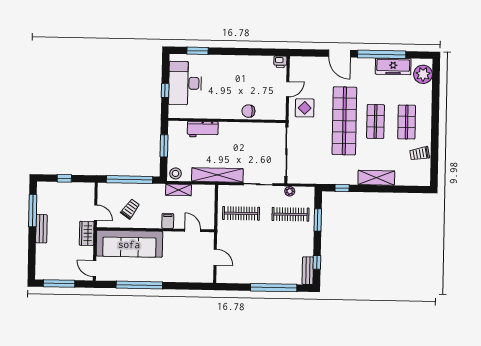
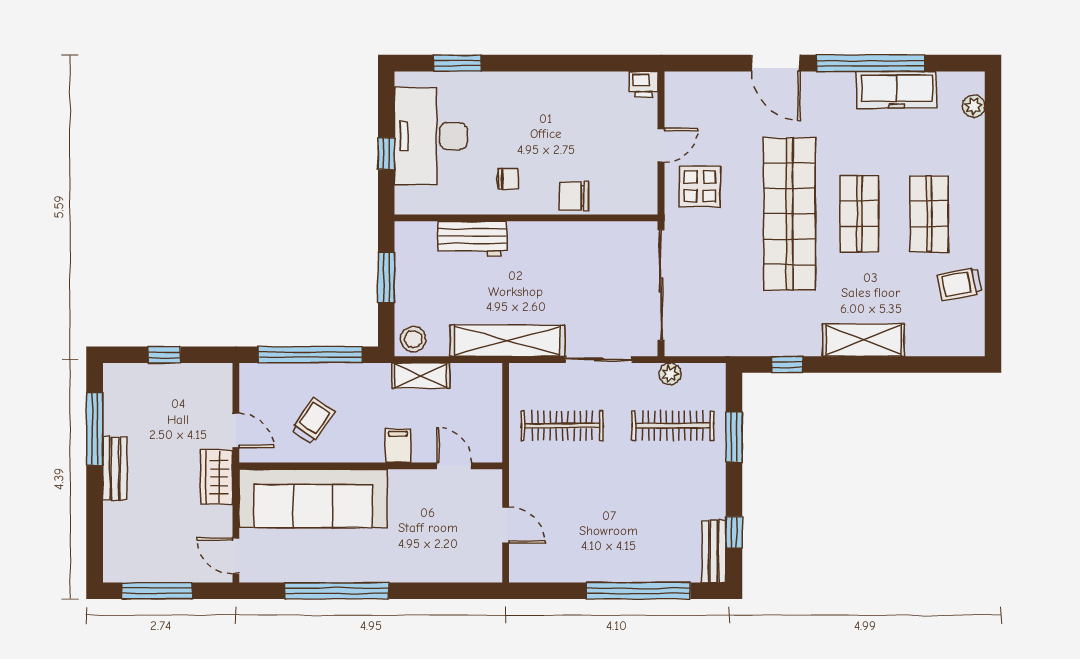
plant: (423, 74) -> (974, 106), width x0.53, depth x0.53
chair: (219, 103) -> (508, 179), added

